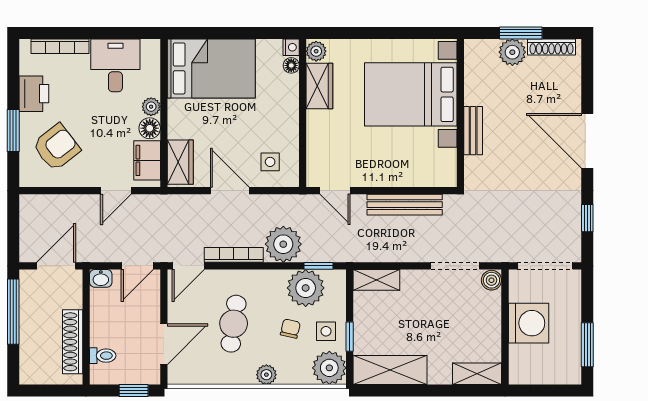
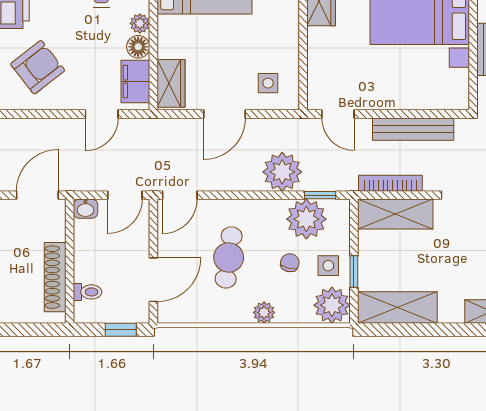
door: (230, 191) -> (224, 114), swing flipped
bookcase: (234, 255) -> (390, 183), moved
shelving: (376, 280) -> (395, 214), width x1.50, depth x1.33

